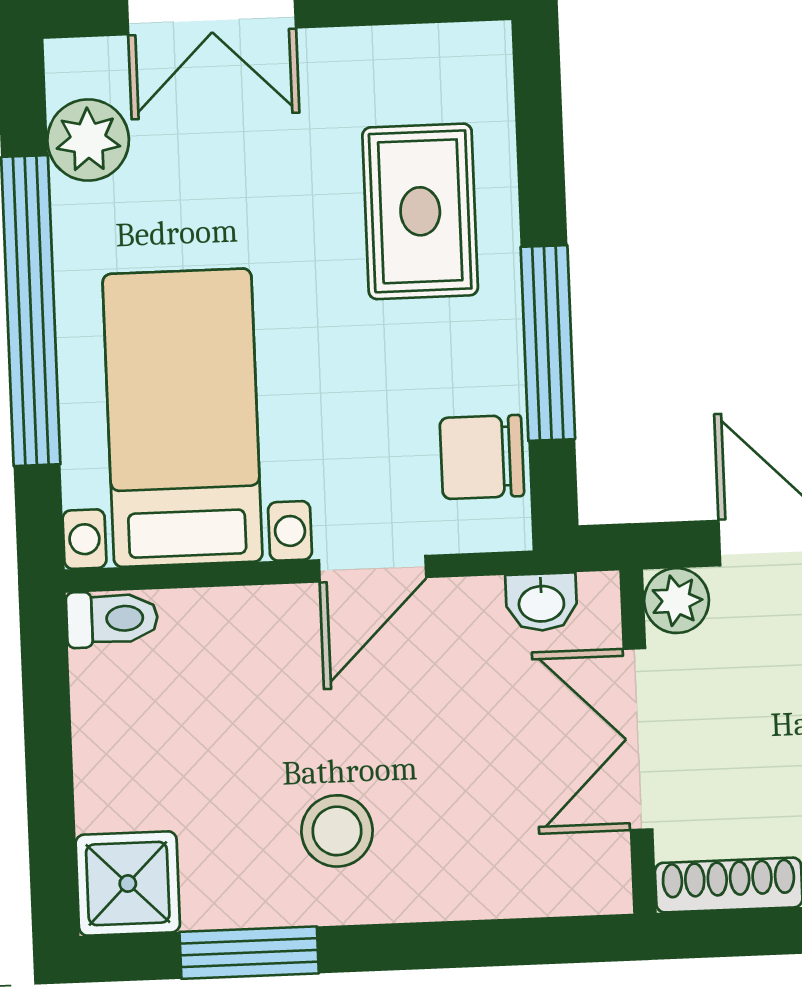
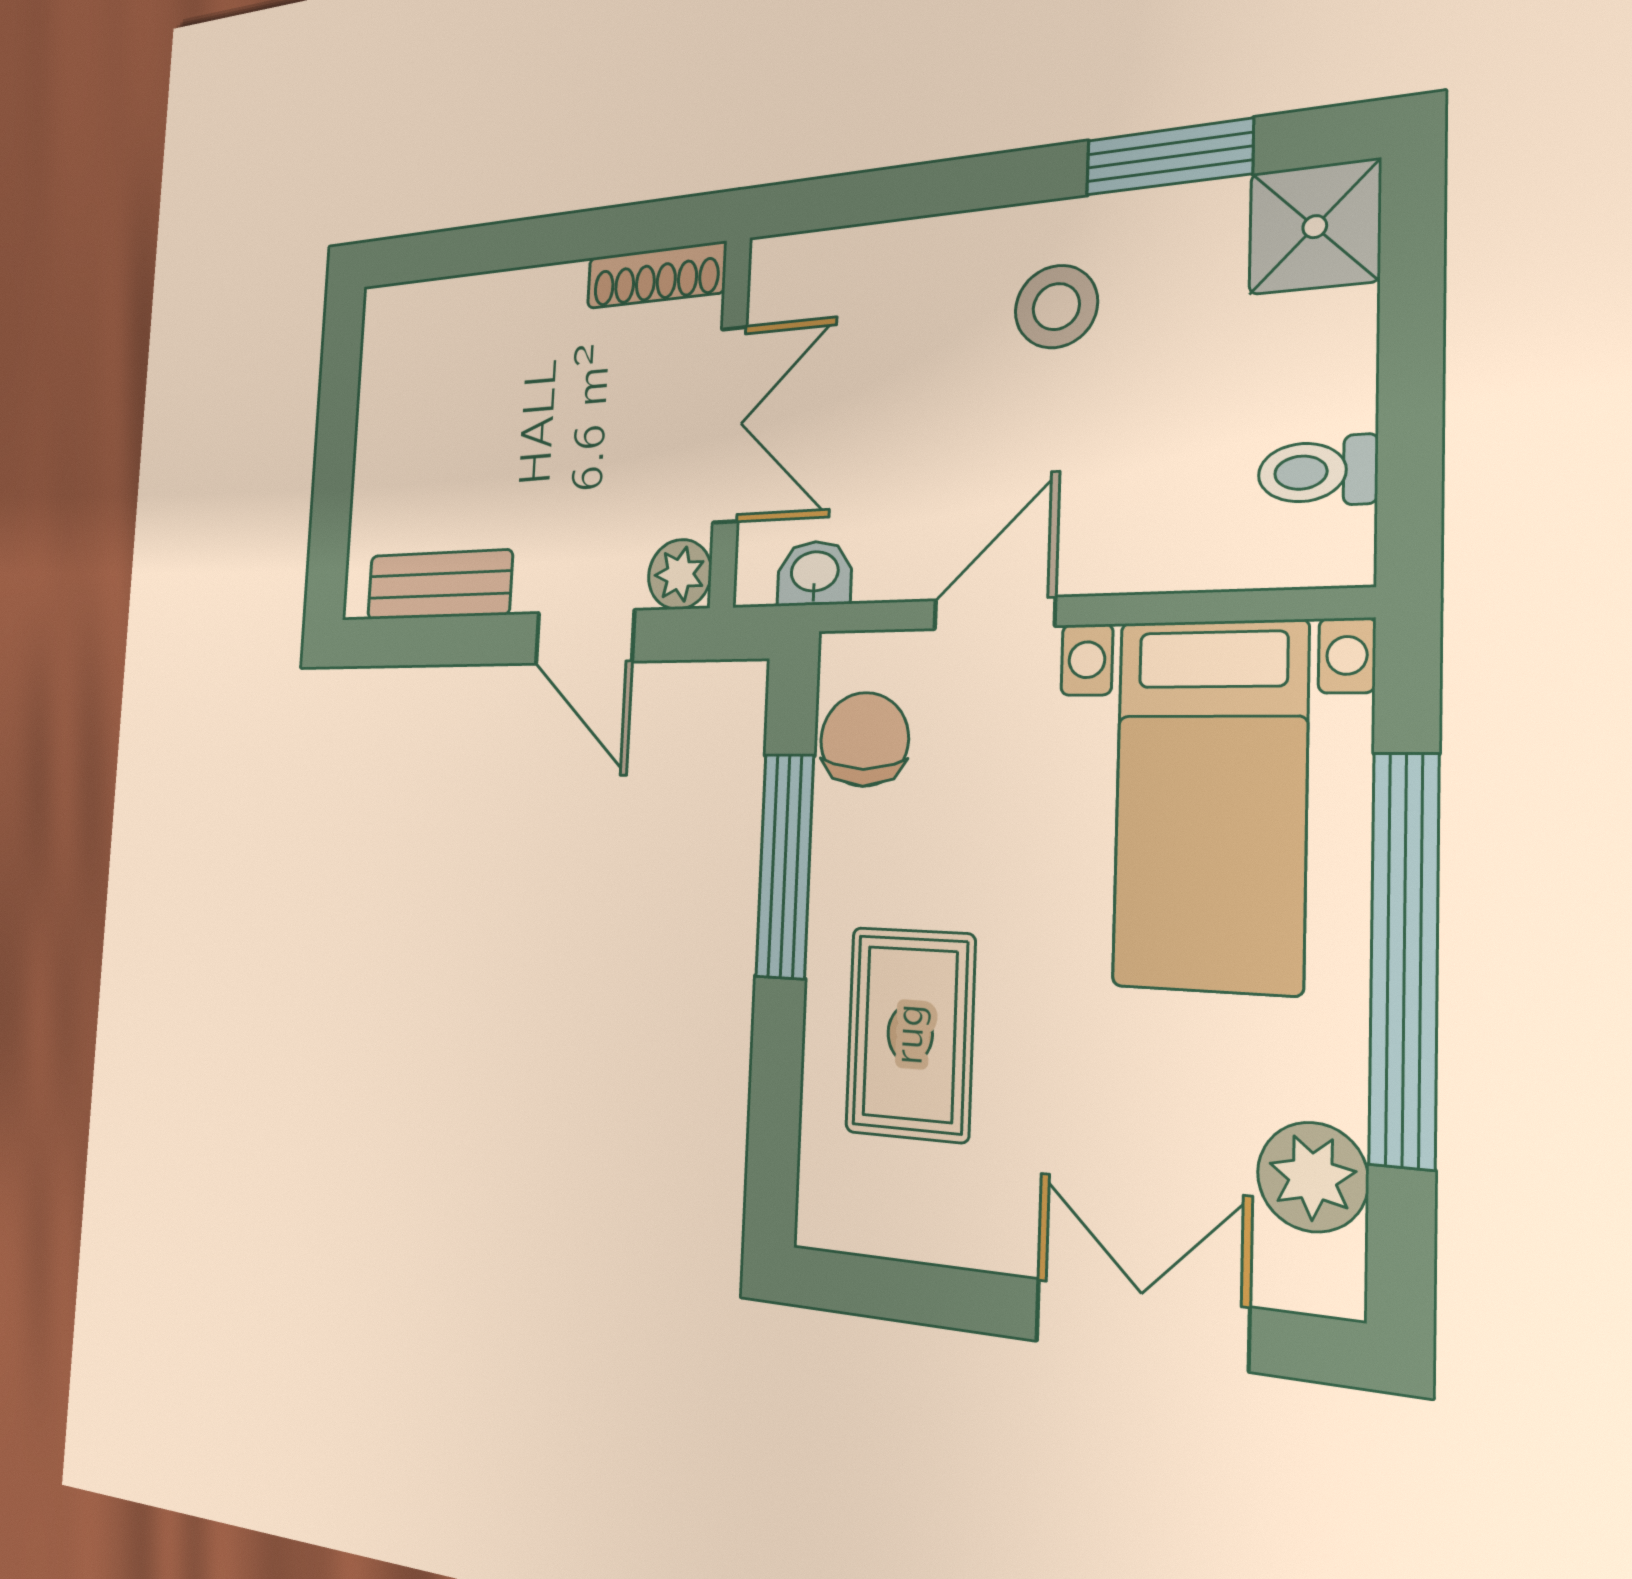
chair: (482, 457) -> (864, 739), turned -90
toilet: (112, 619) -> (1317, 472), moved

